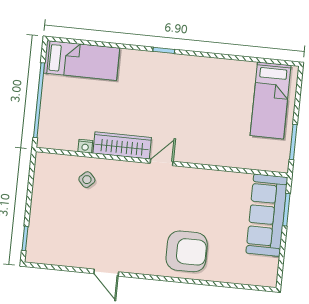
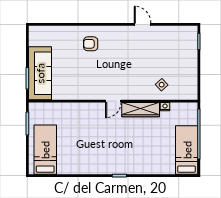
bed: (82, 60) -> (187, 150), moved, turned 90
armchair: (187, 251) -> (91, 44), width x0.53, depth x0.53

